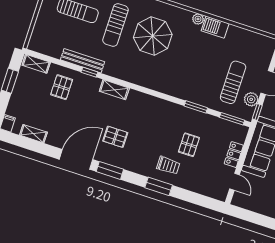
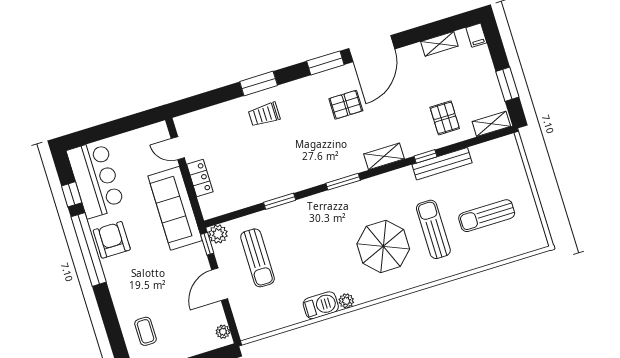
plant: (251, 99) -> (218, 234), moved
window: (232, 119) -> (343, 182), moved
pallet: (189, 145) -> (258, 154), removed

